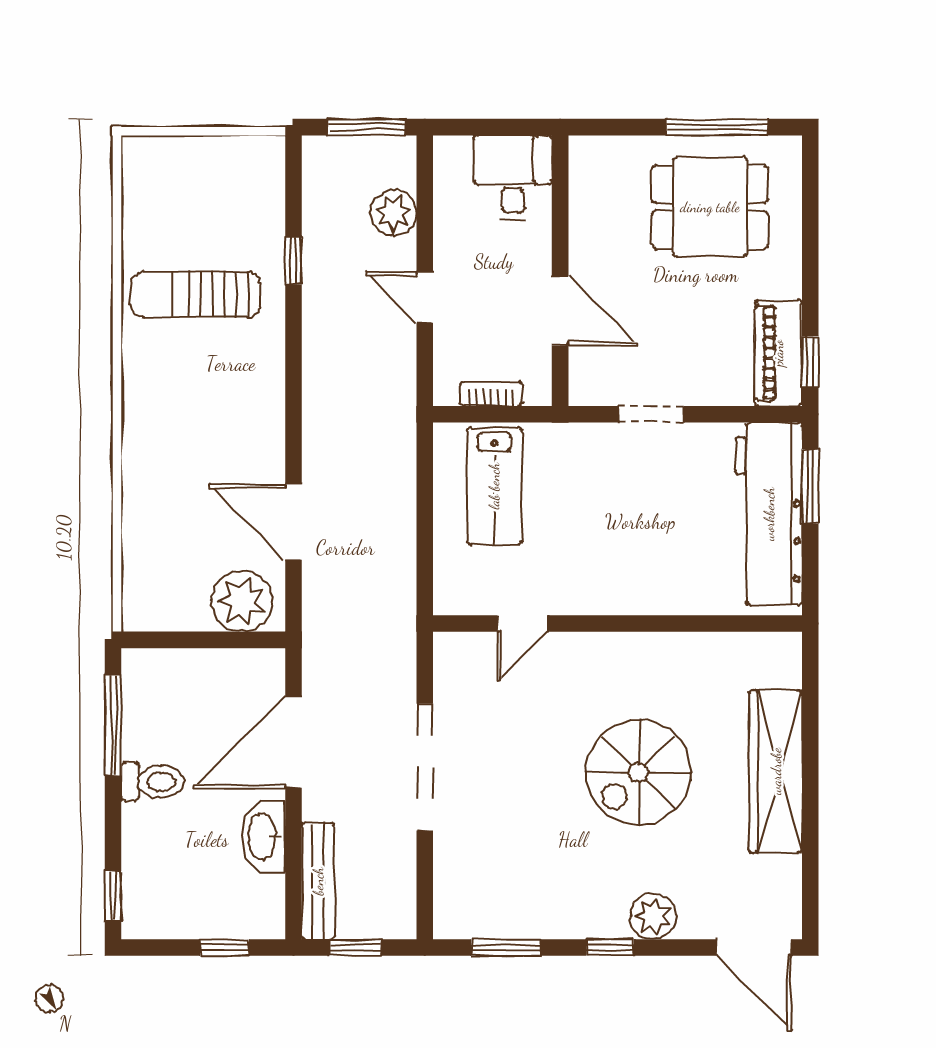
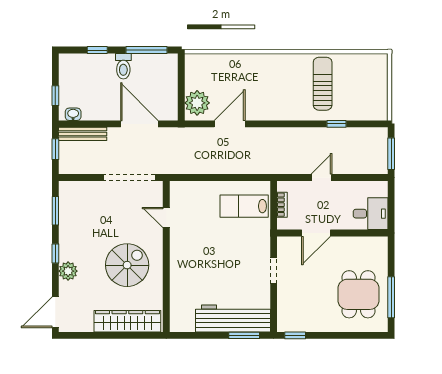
plant: (394, 213) -> (356, 165), removed
piano: (778, 353) -> (299, 322), removed
door: (522, 623) -> (166, 218), moved
wall: (618, 623) -> (166, 256), moved
spiral stairs: (639, 772) -> (127, 265), turned 90
washbasin: (263, 837) -> (73, 114), moved, width x0.52, depth x0.69
window: (113, 896) -> (97, 50), moved

